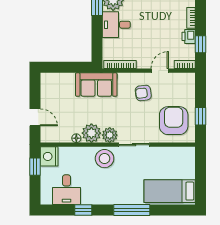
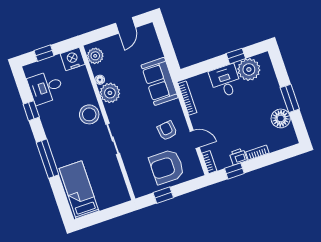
door: (35, 117) -> (125, 25), moved
armchair: (174, 121) -> (167, 167), moved, turned 180
plant: (110, 135) -> (95, 56), moved
window: (35, 167) -> (44, 53), moved

